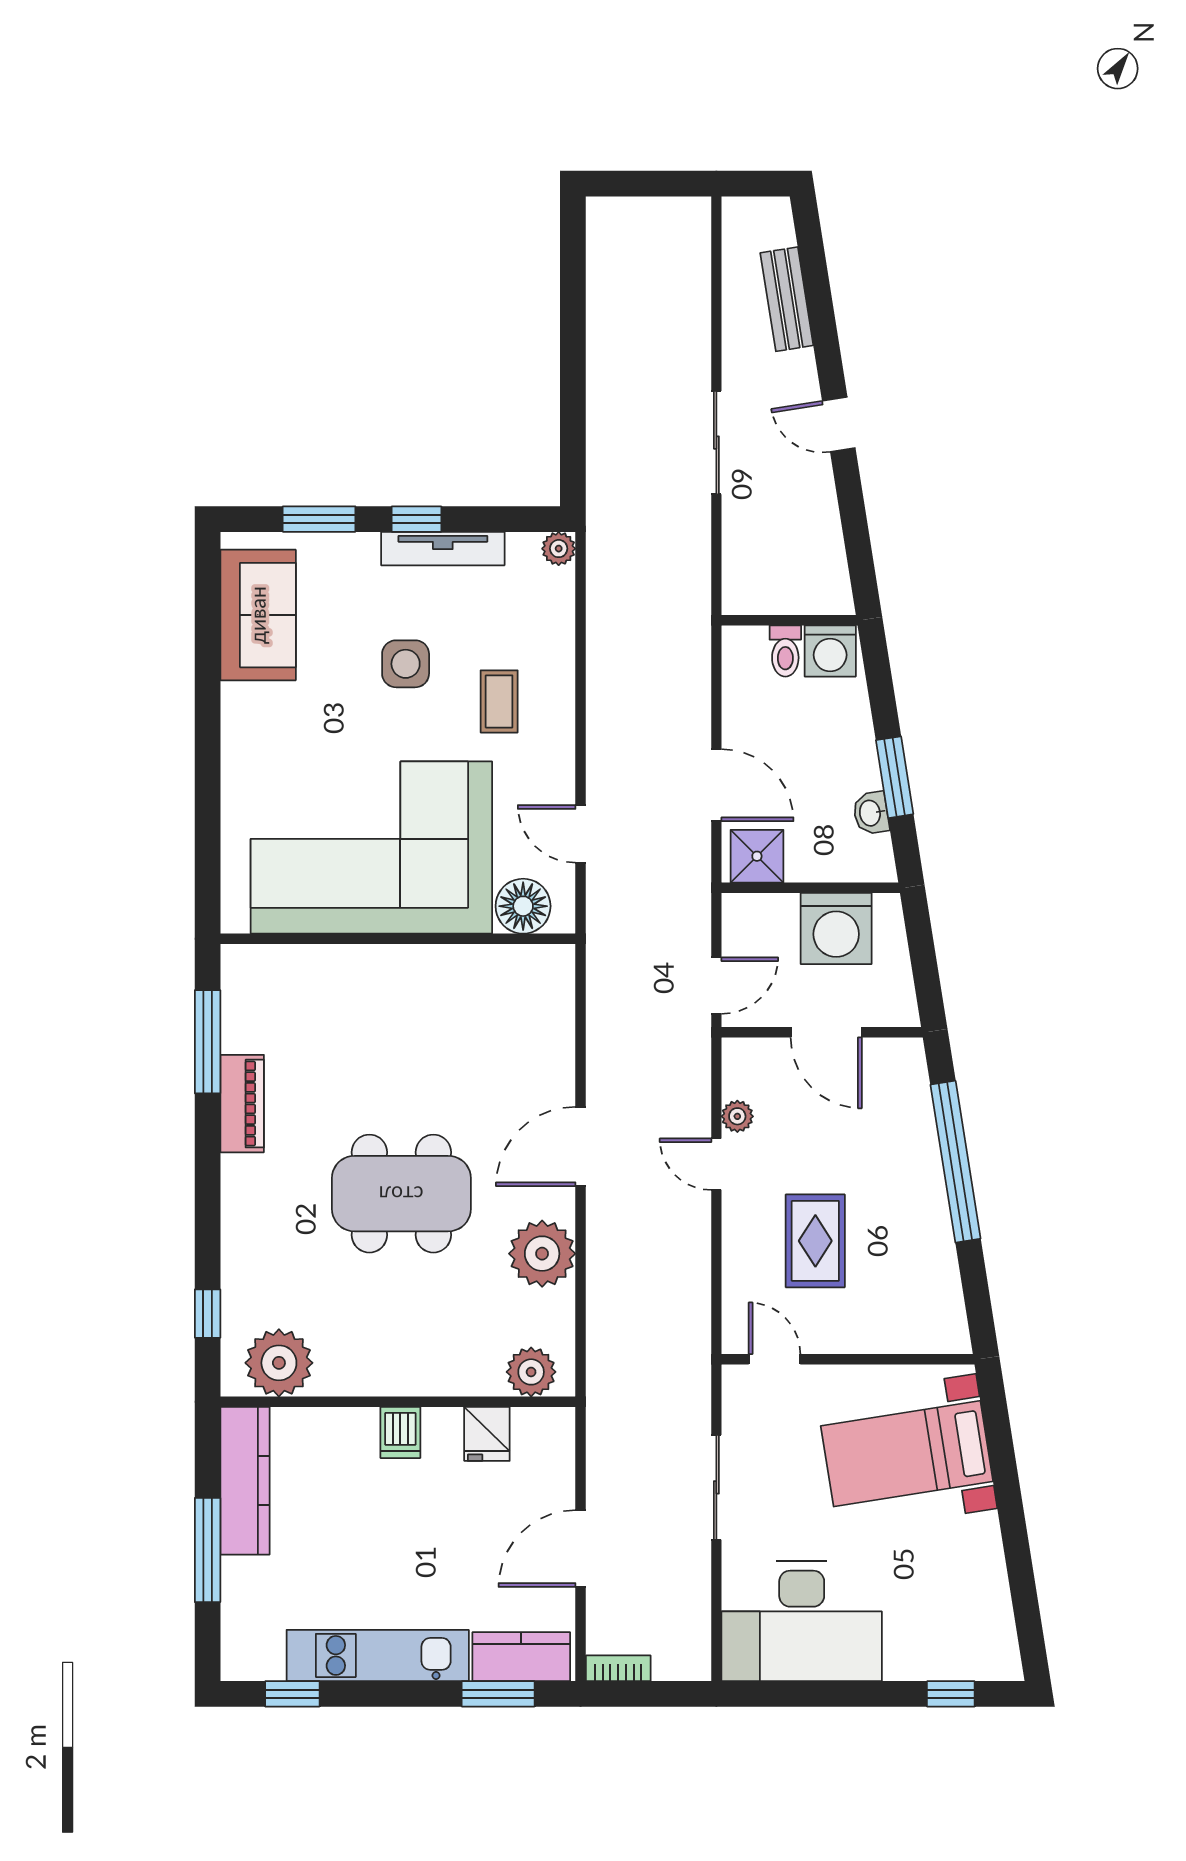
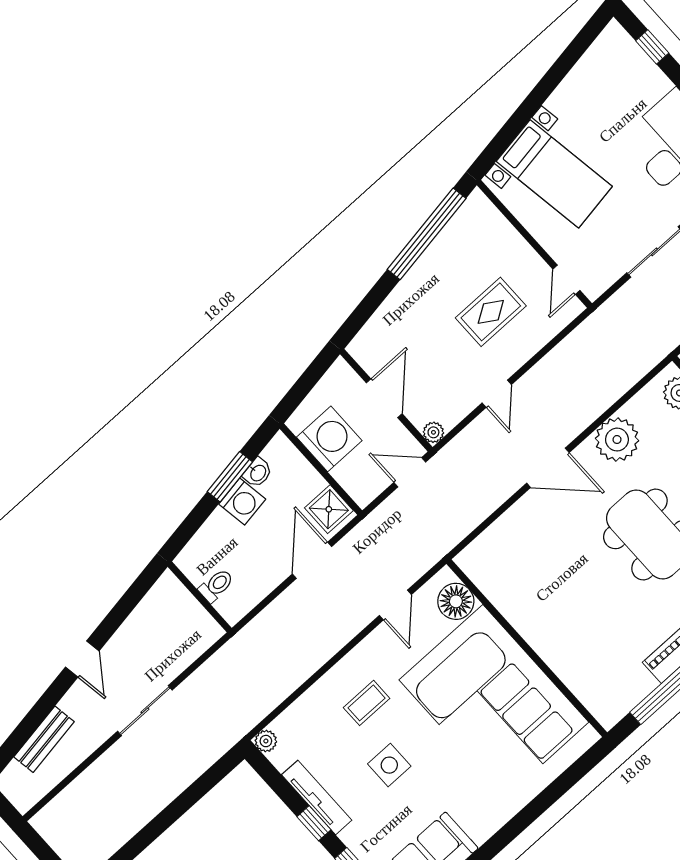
washing machine: (830, 651) -> (242, 502), moved, turned 81
plant: (737, 1116) -> (433, 432), moved
window: (955, 1162) -> (427, 234), moved

